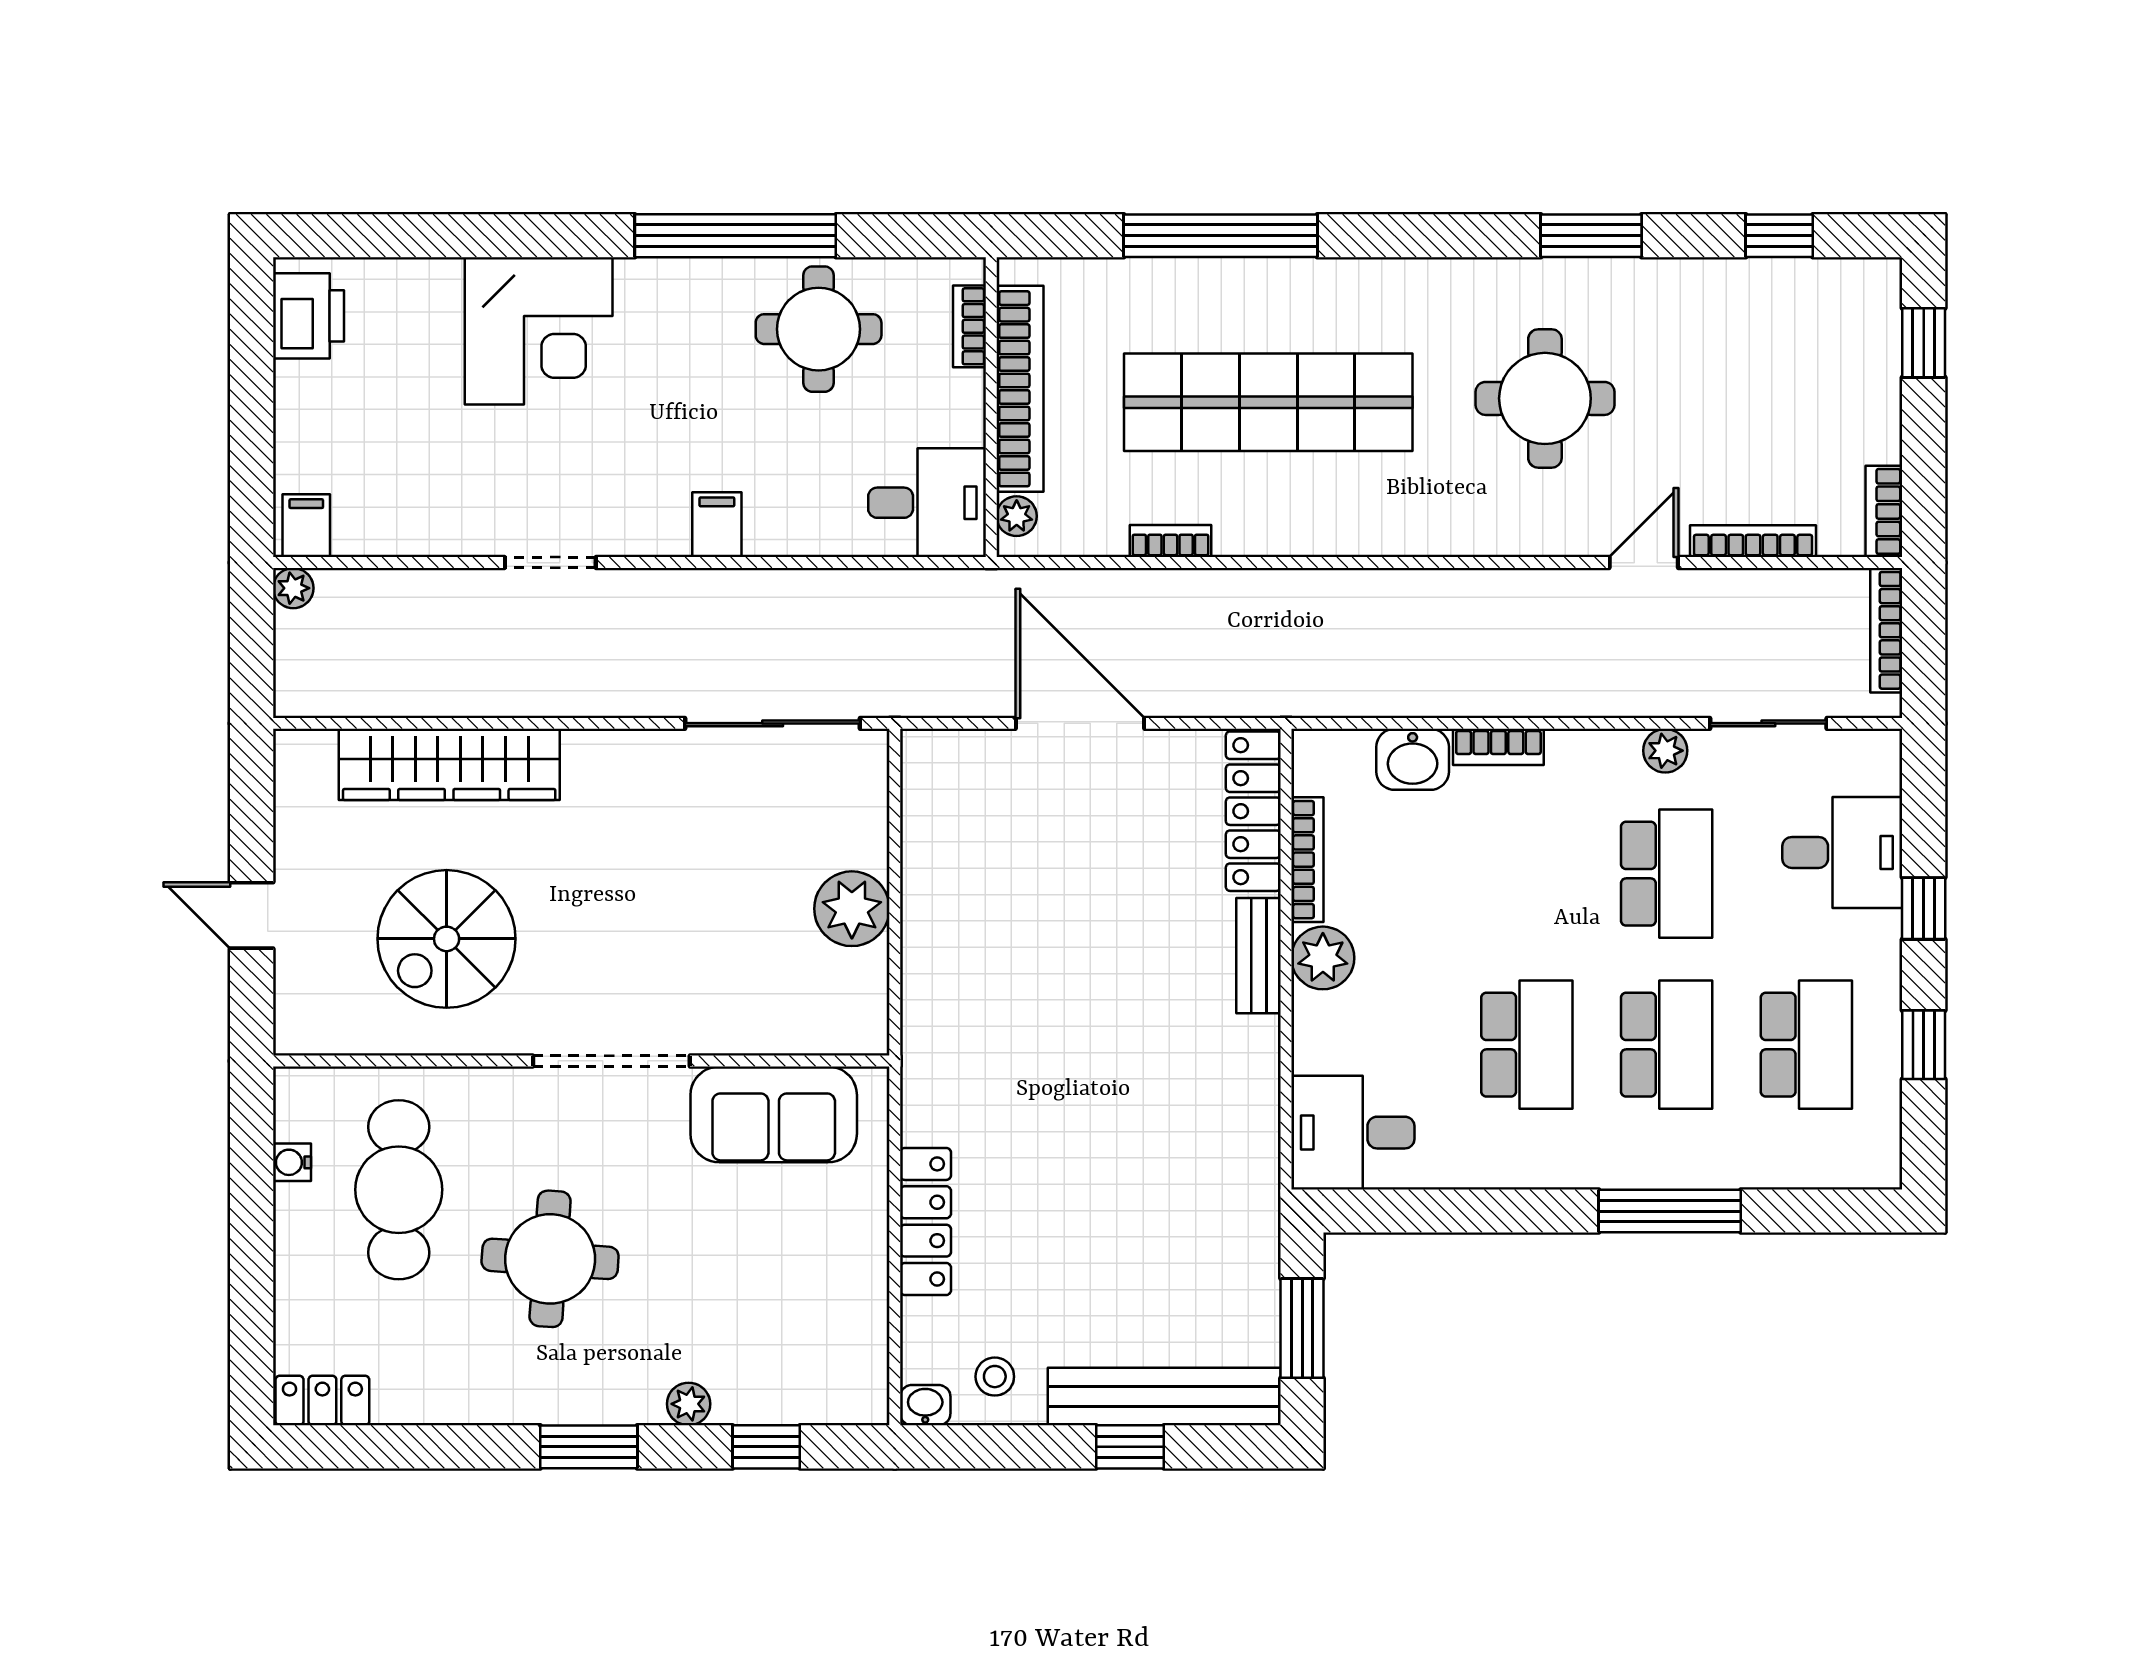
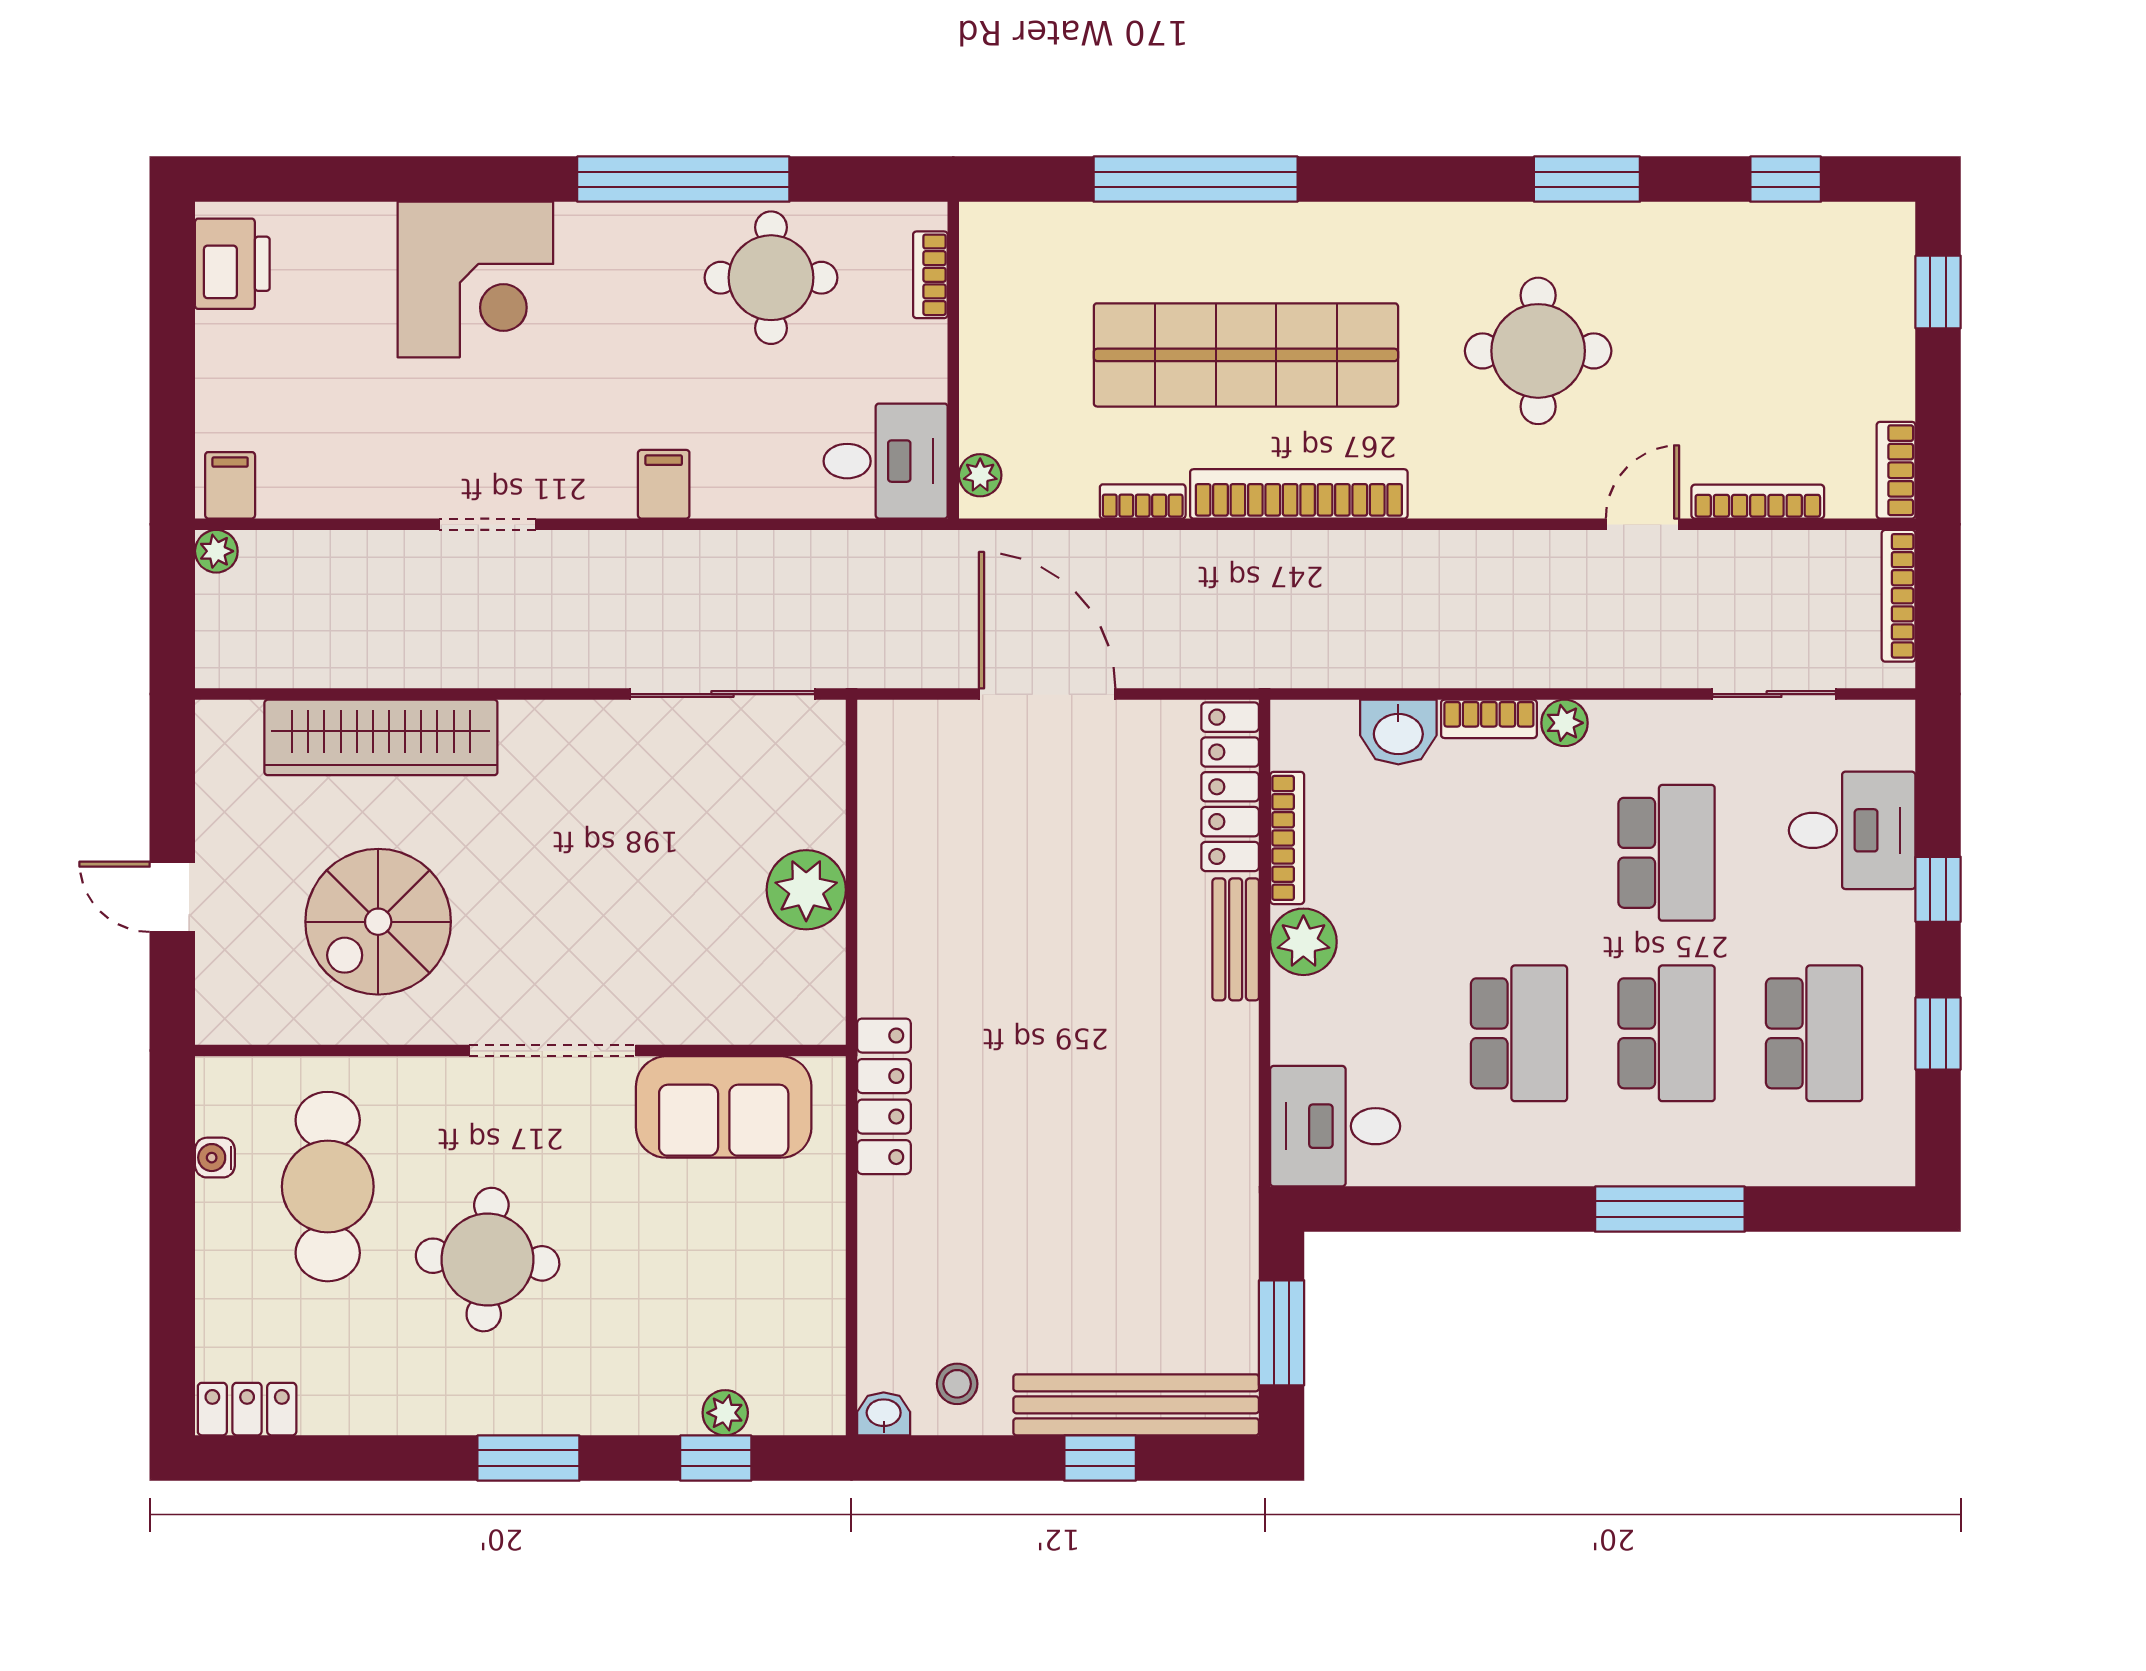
bookcase: (1020, 389) -> (1299, 494), moved, turned -90
plant: (1665, 751) -> (1565, 723), moved
locker: (925, 1221) -> (884, 1096), moved
plant: (689, 1404) -> (725, 1413), moved

